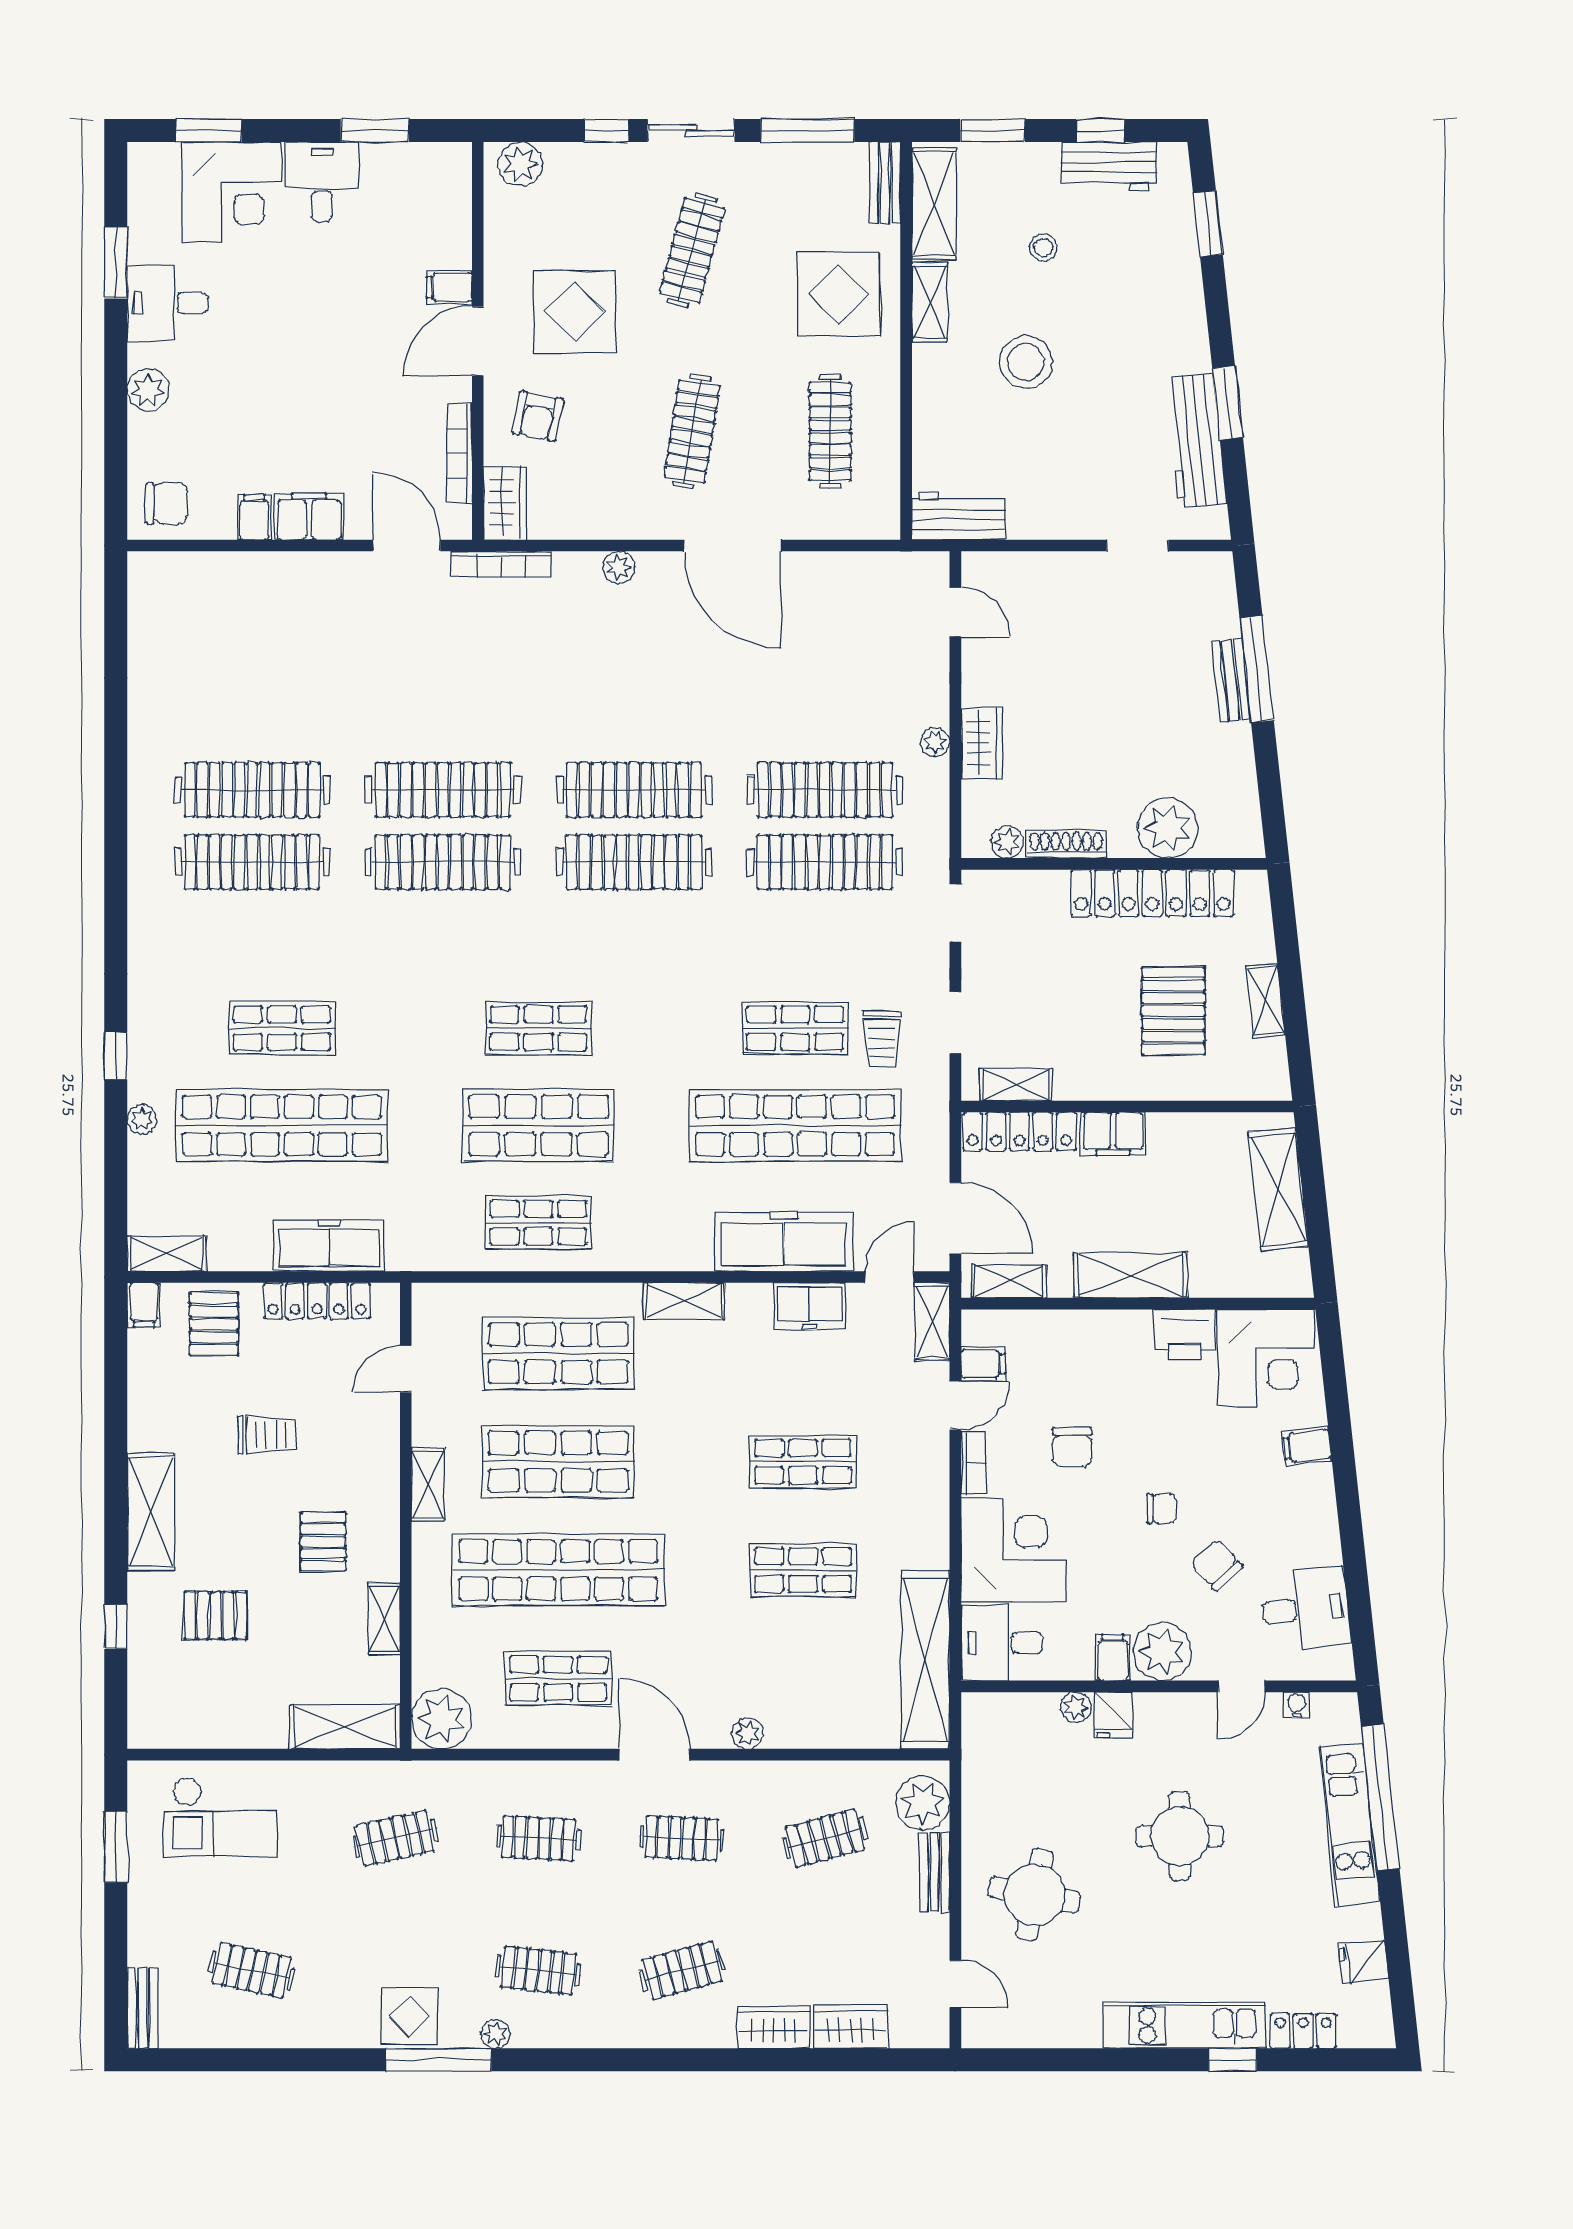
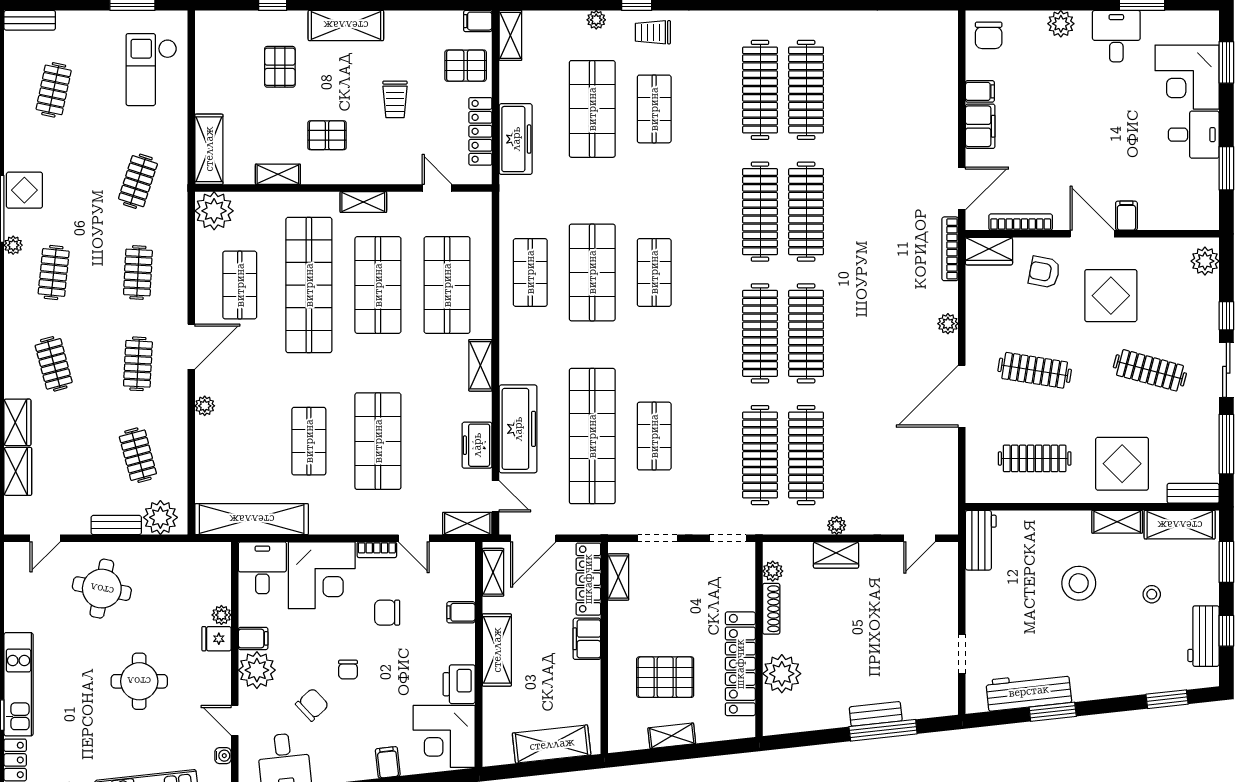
trolley: (881, 1039) -> (653, 32), moved
shop shelf: (282, 1125) -> (592, 109), width x0.71
filing cabinet: (983, 1364) -> (461, 612), moved, turned 90
shop shelf: (803, 1462) -> (378, 441), width x1.43, depth x1.36
clothes rail: (395, 1838) -> (138, 181), turned 30

